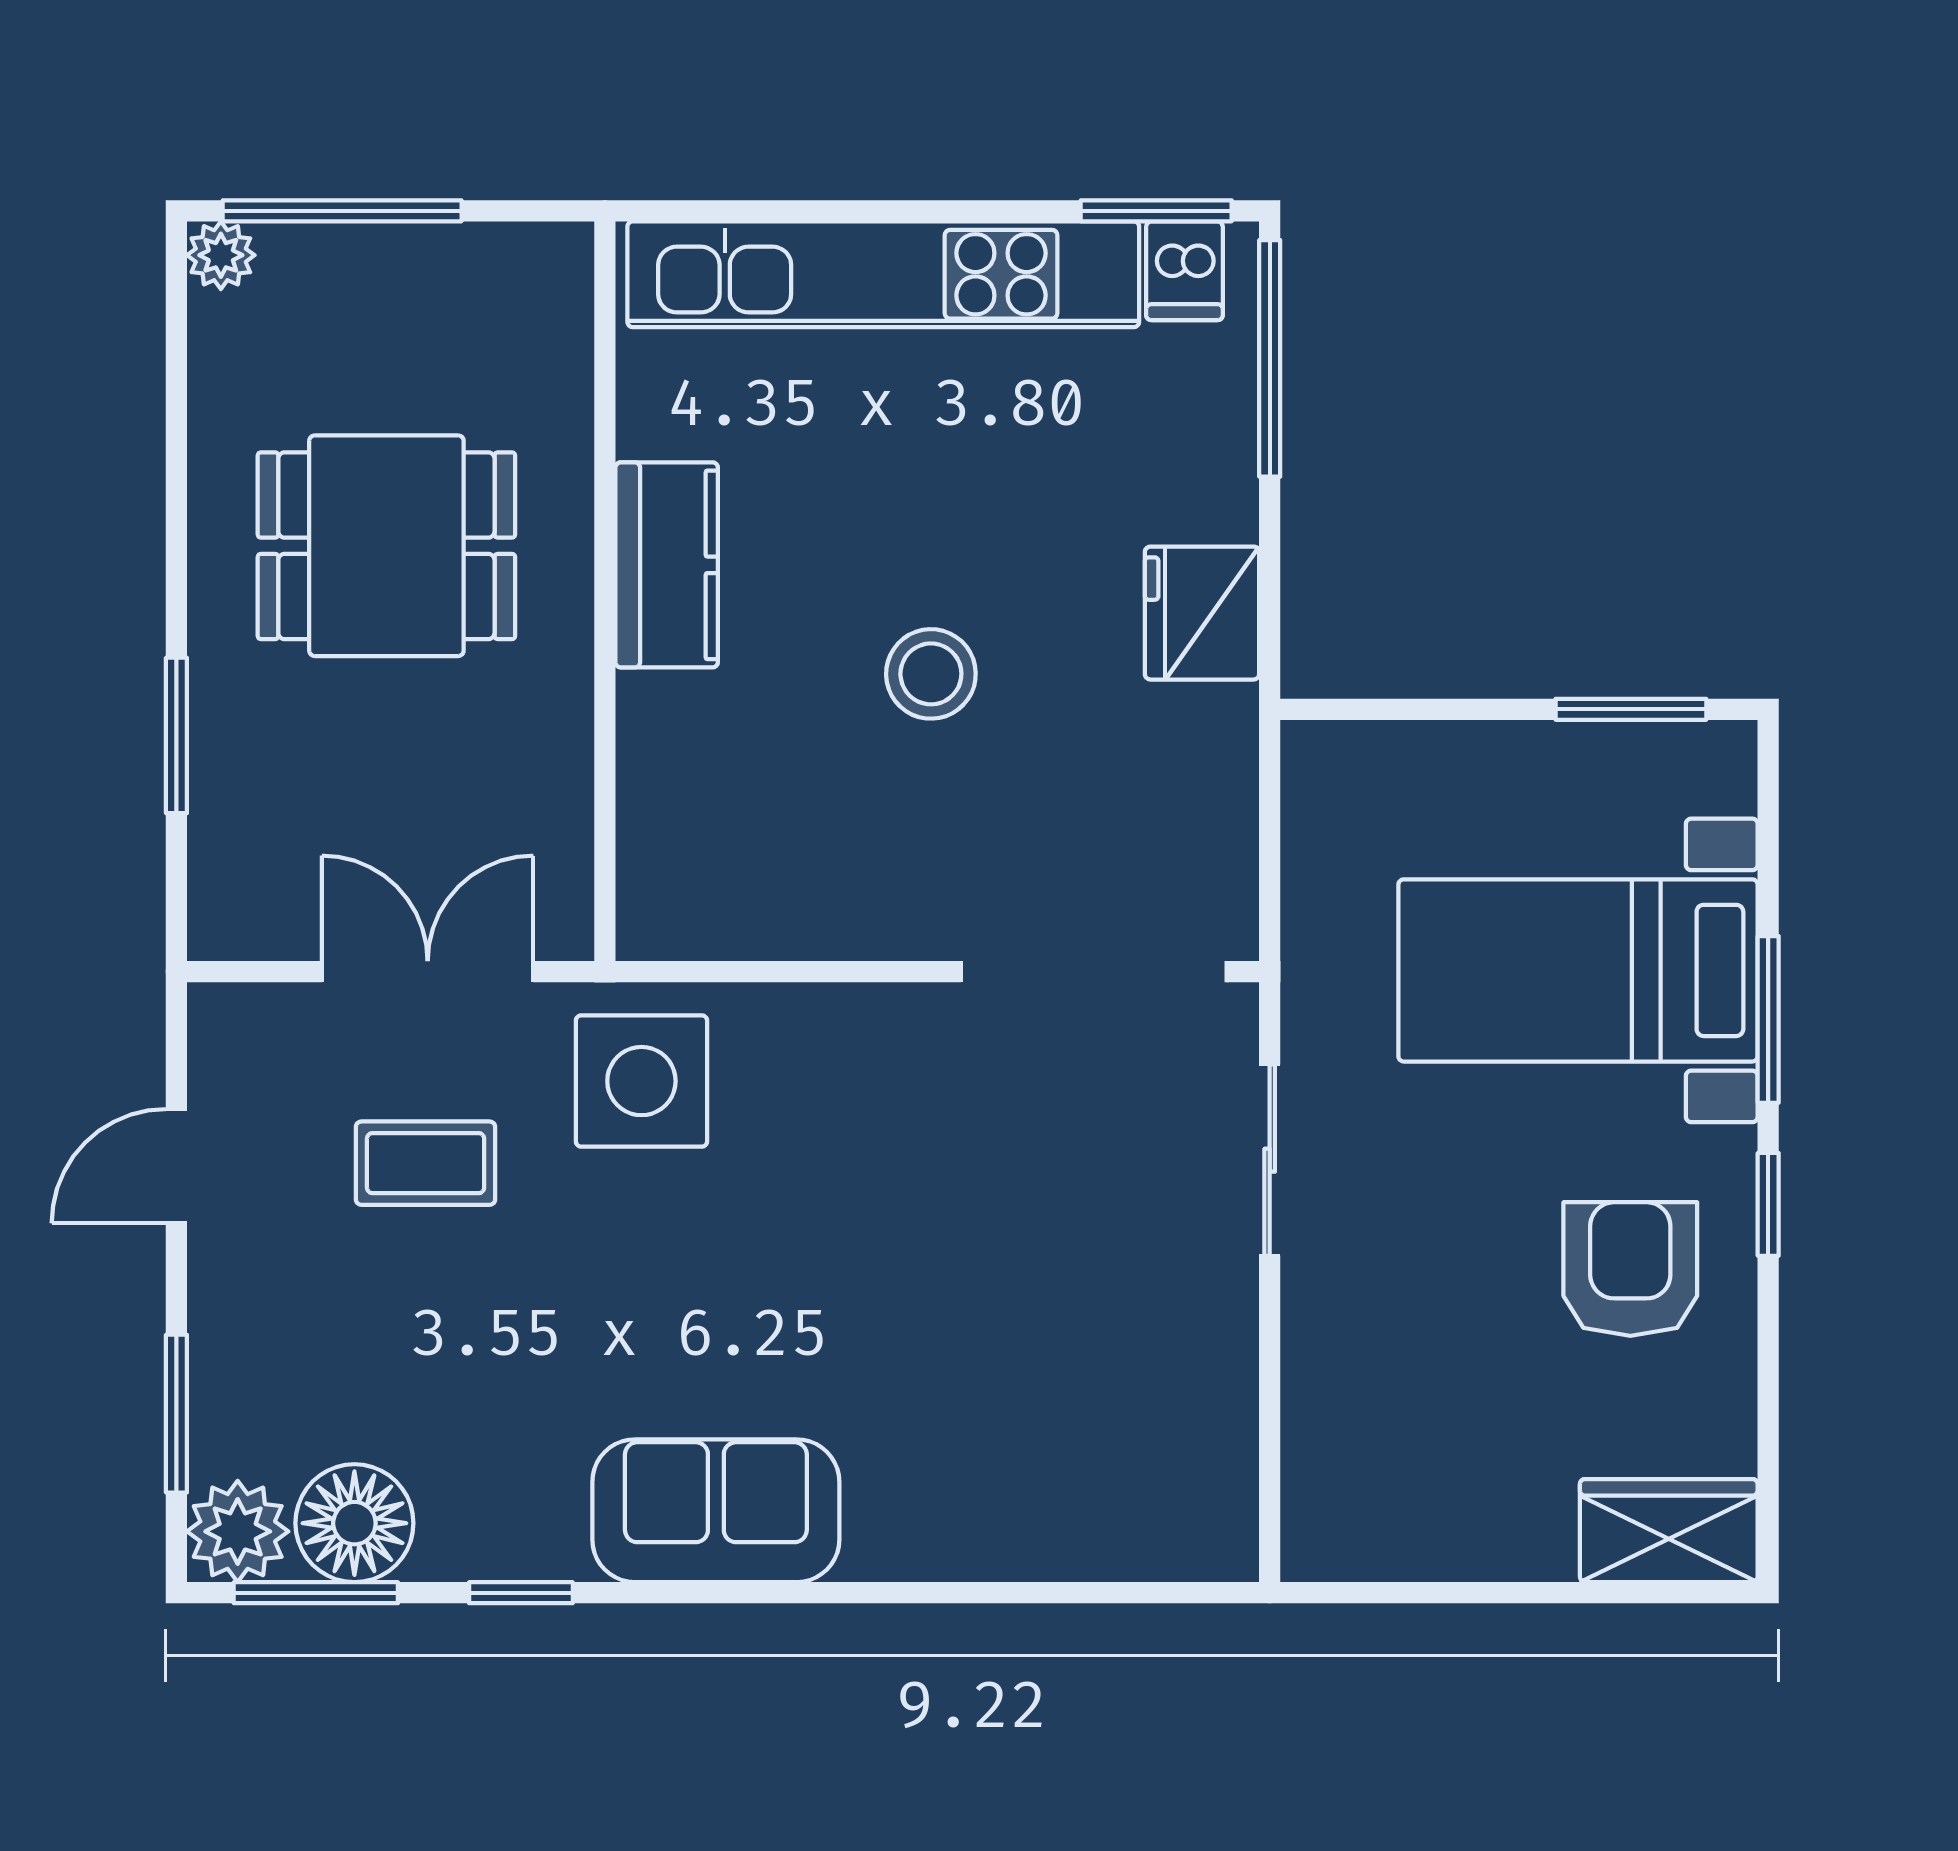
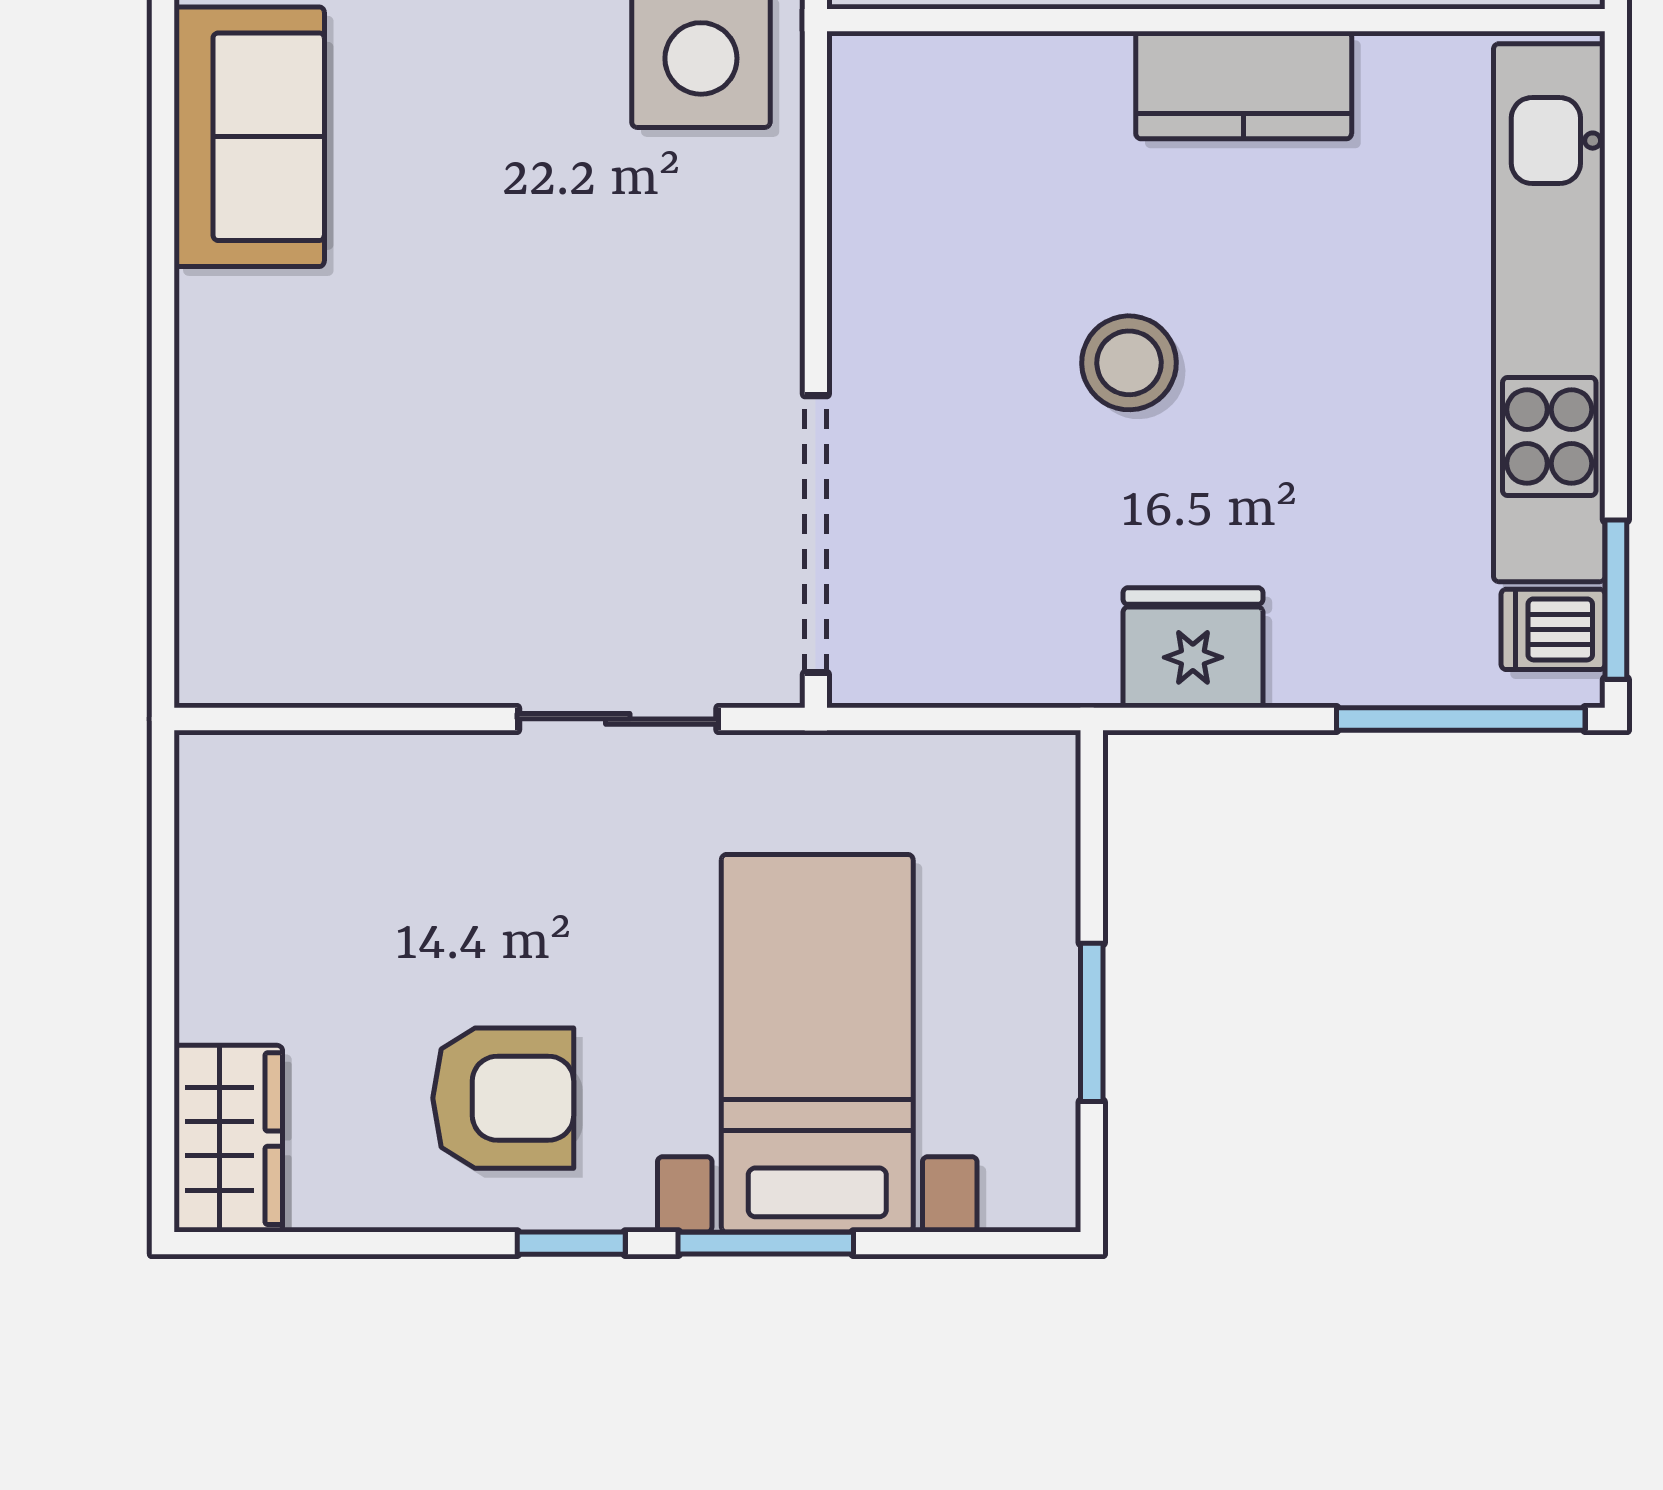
window: (1631, 709) -> (1092, 1022), moved

